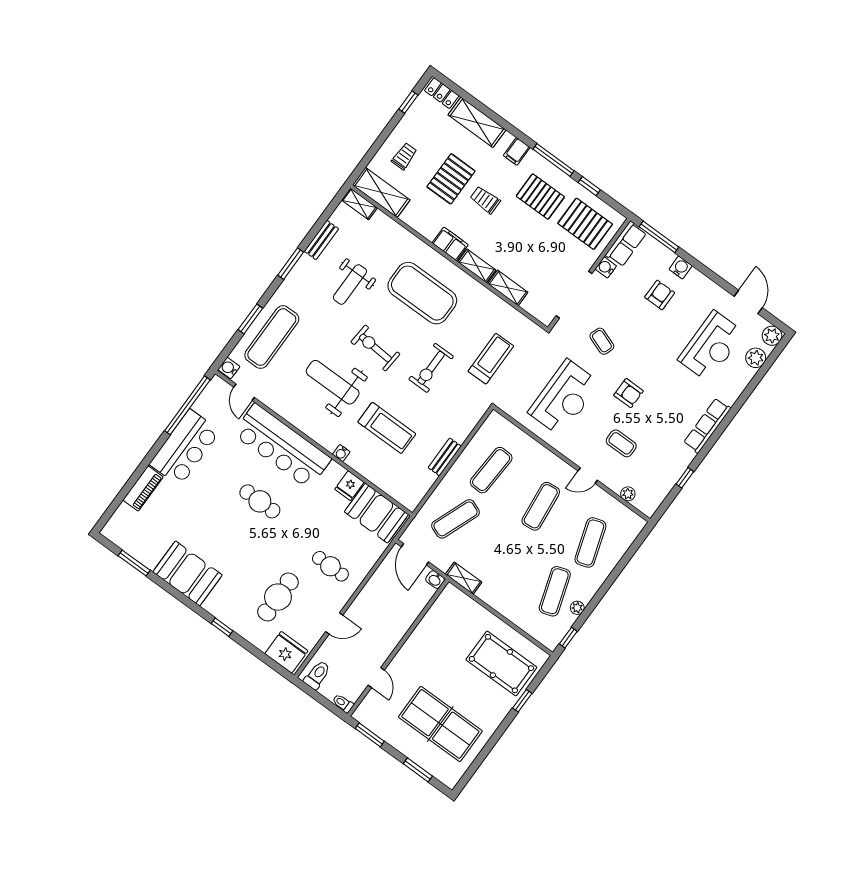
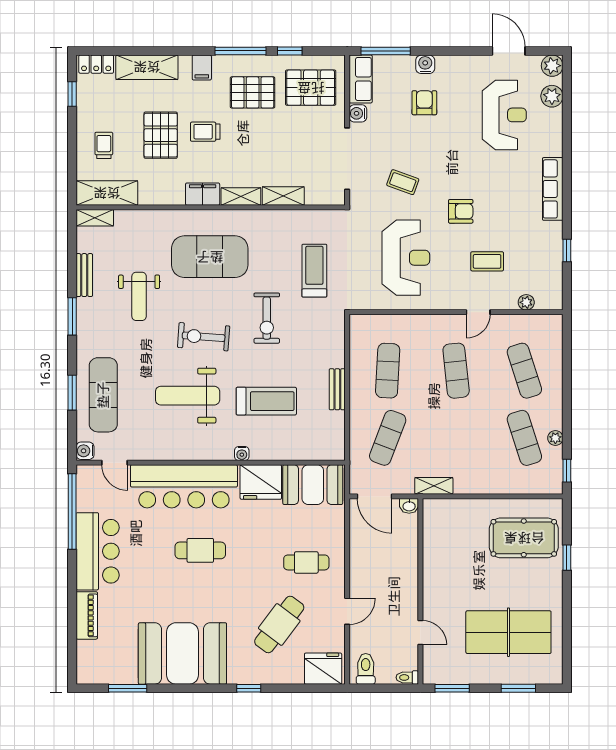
fridge: (349, 486) -> (261, 482), width x1.88, depth x1.34
booth: (188, 573) -> (182, 653), width x1.36, depth x1.42
cafe table: (278, 597) -> (279, 625), turned 37

